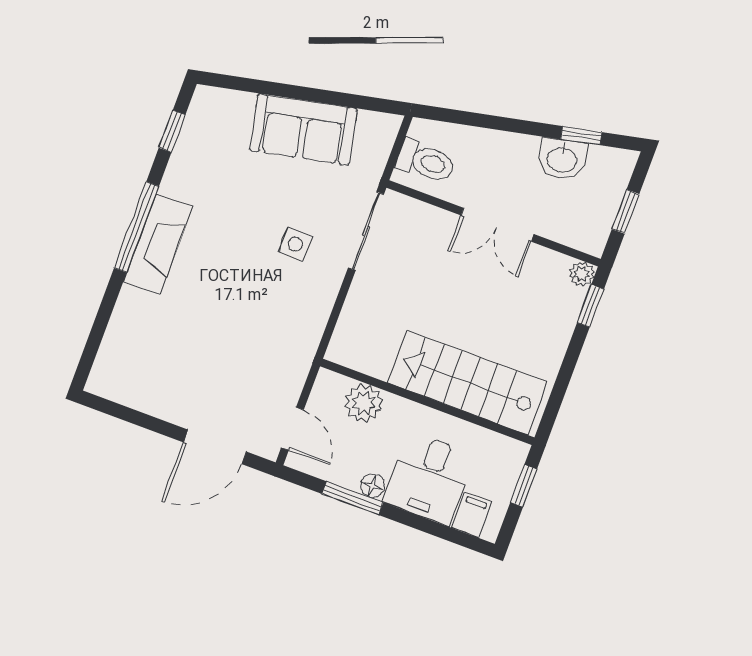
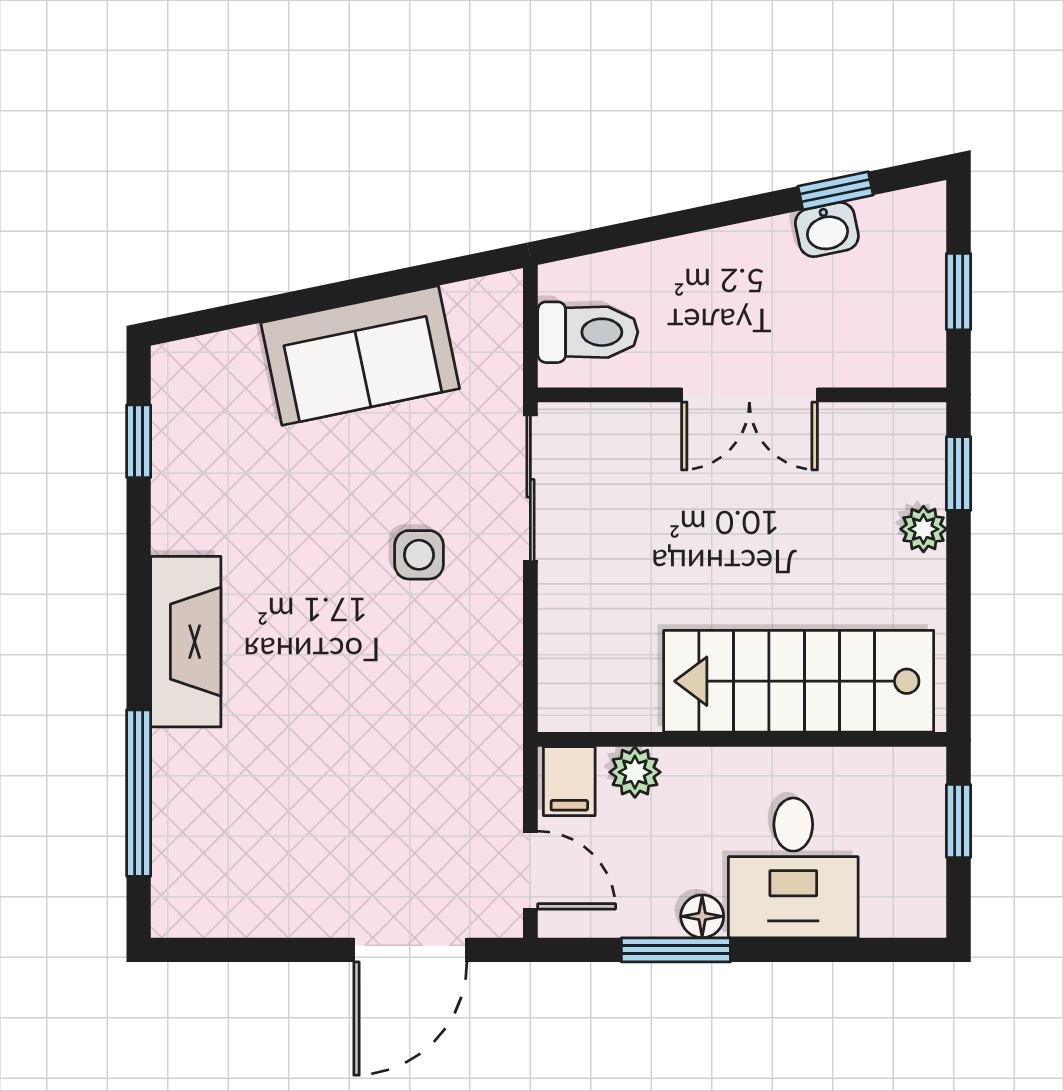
washbasin: (562, 159) -> (827, 230), width x0.72, depth x0.69
window: (137, 227) -> (139, 793), moved
plant: (582, 274) -> (923, 529), moved
plant: (364, 403) -> (635, 772), width x0.73, depth x0.73
filing cabinet: (472, 515) -> (569, 781), moved, turned 180

